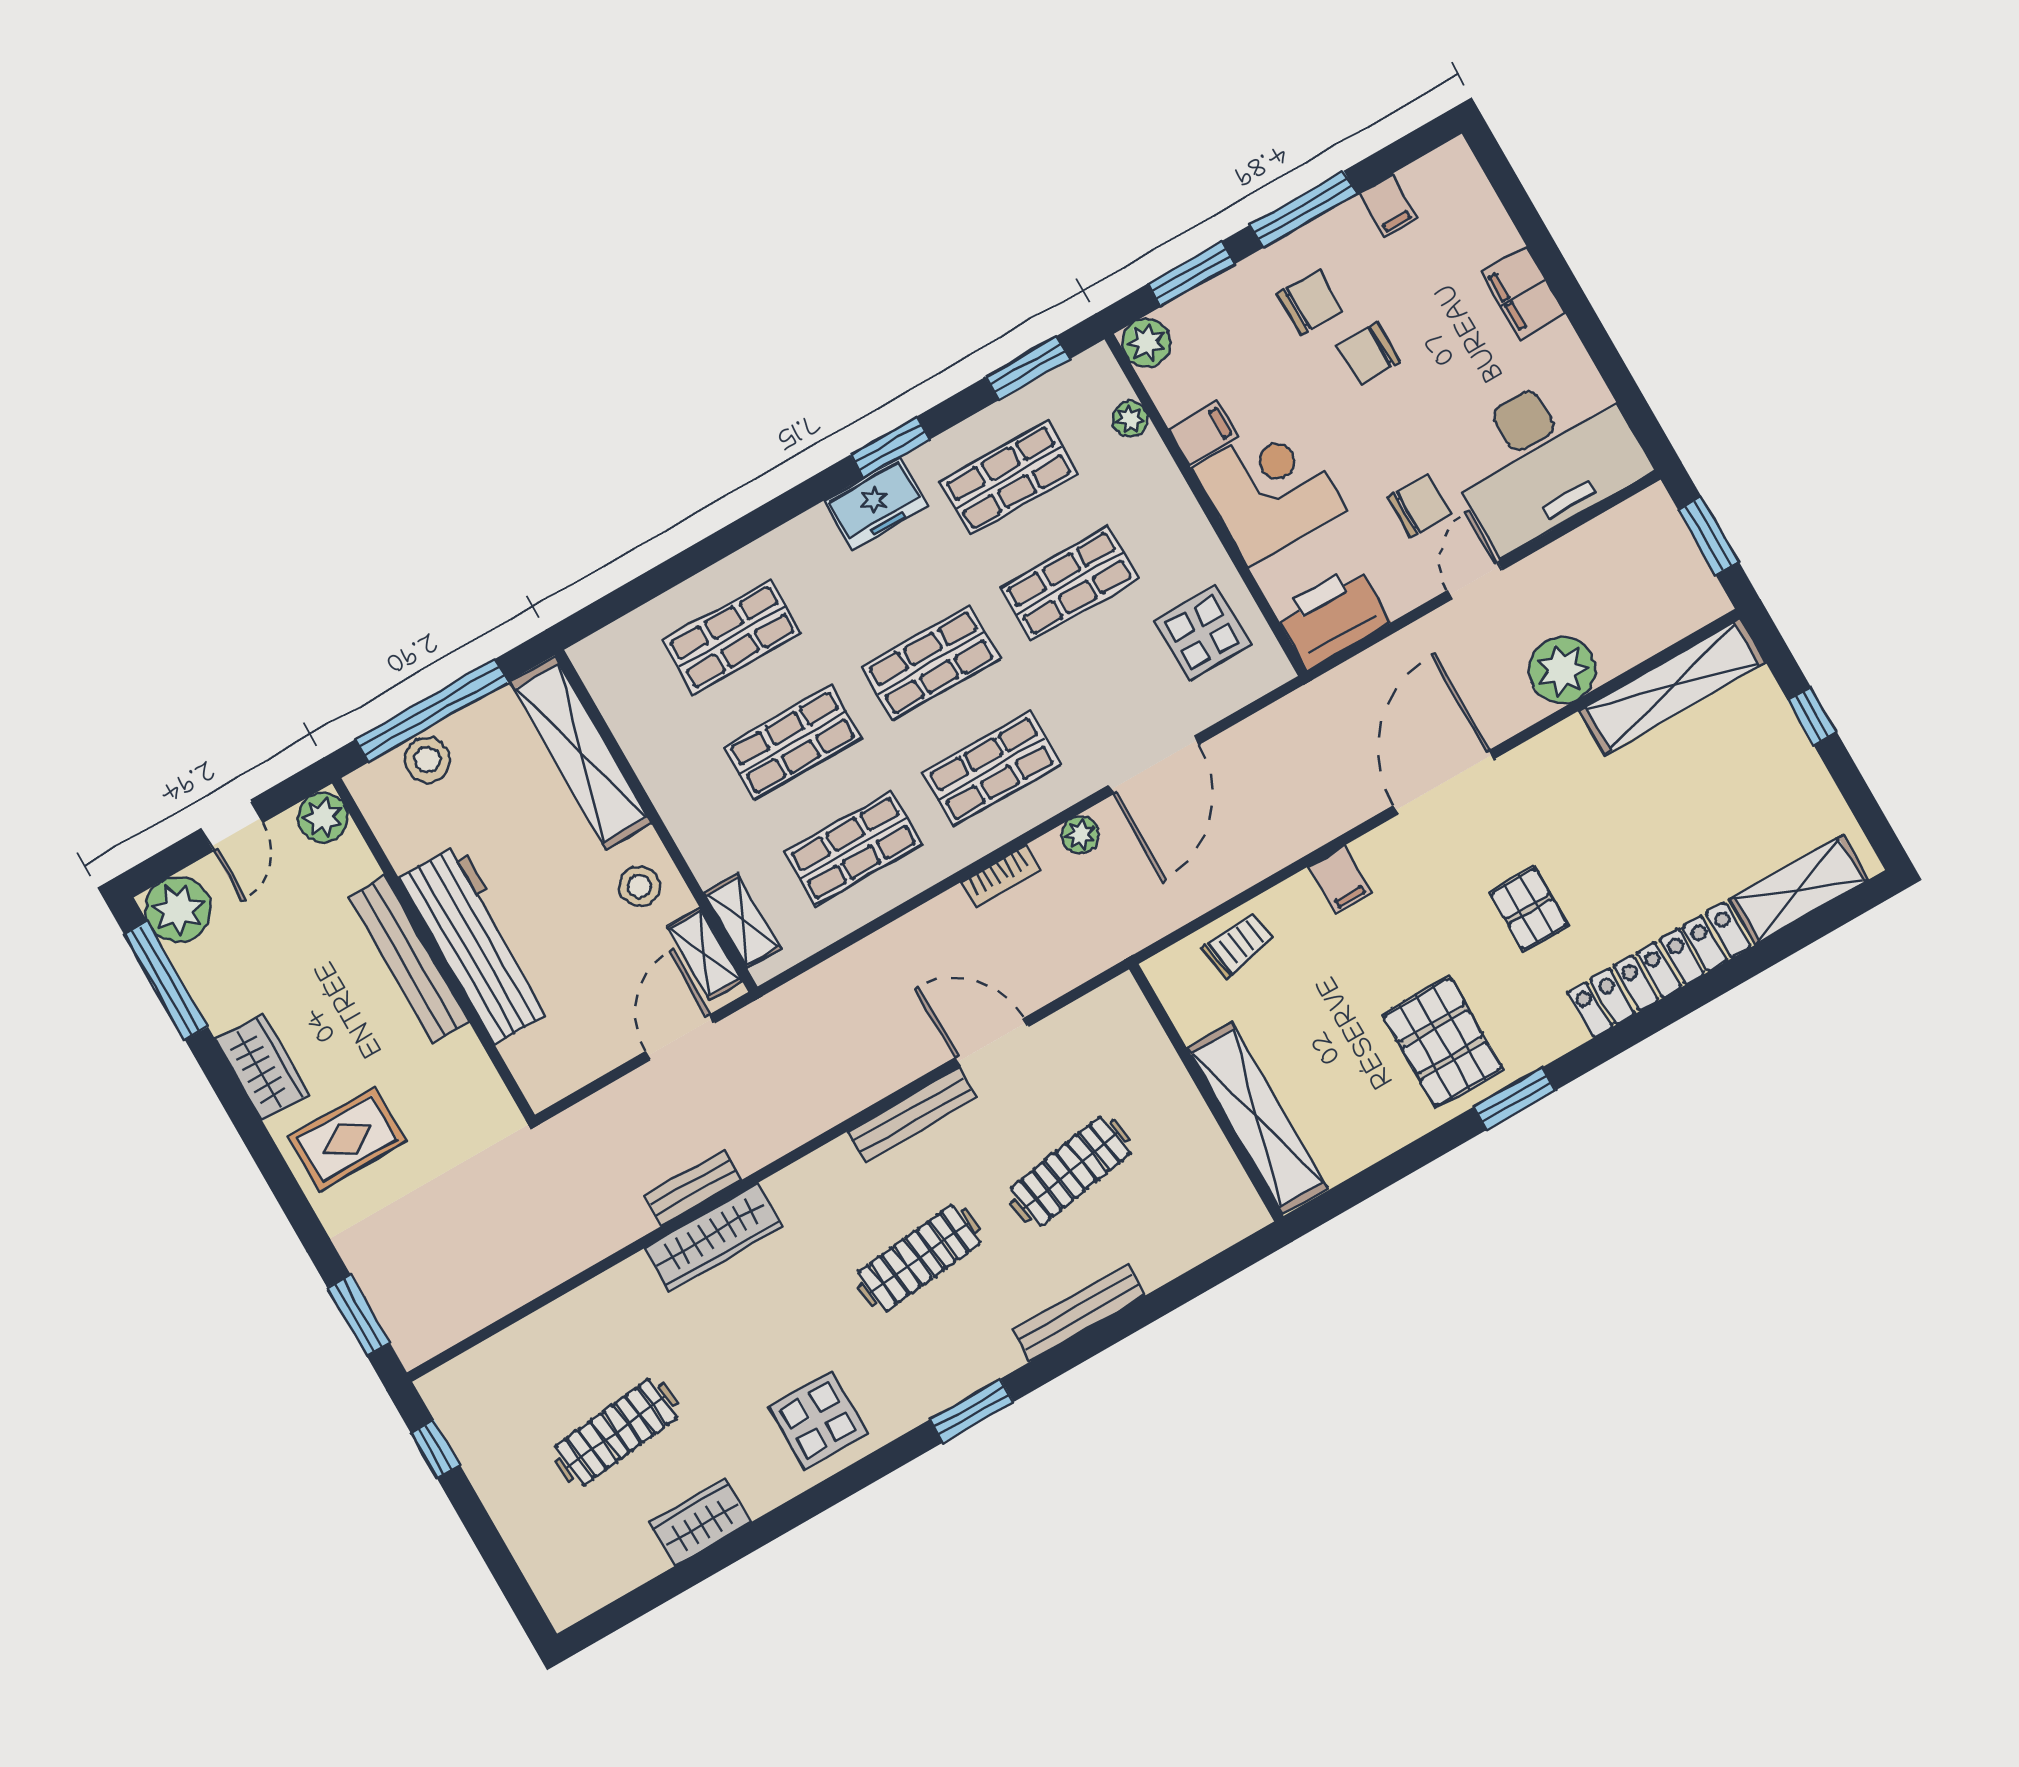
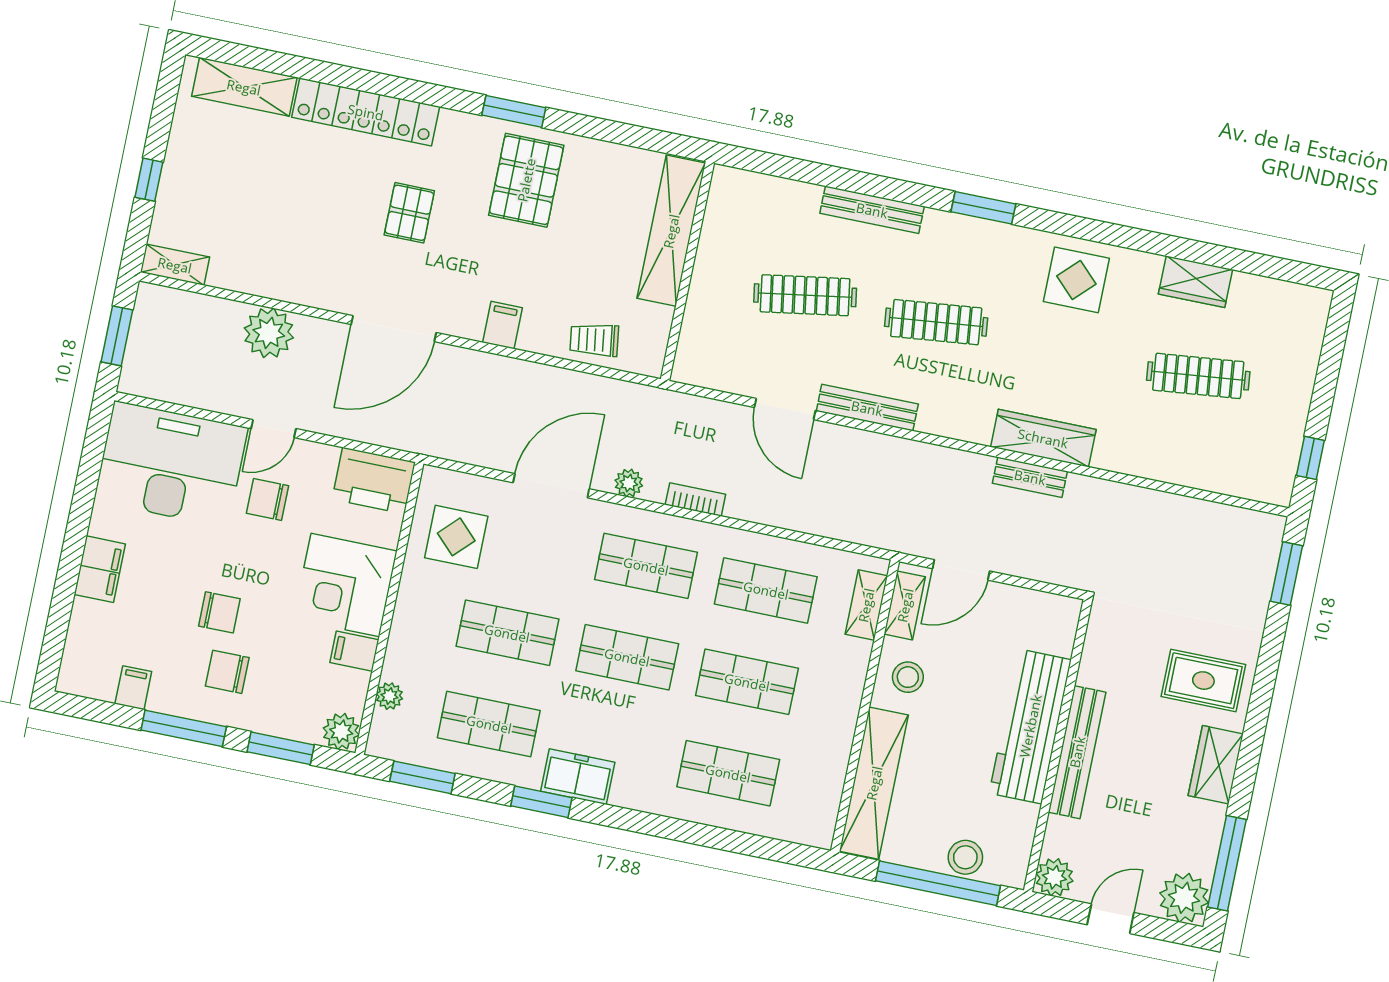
shelving: (1672, 686) -> (175, 265), width x0.45, depth x0.75

